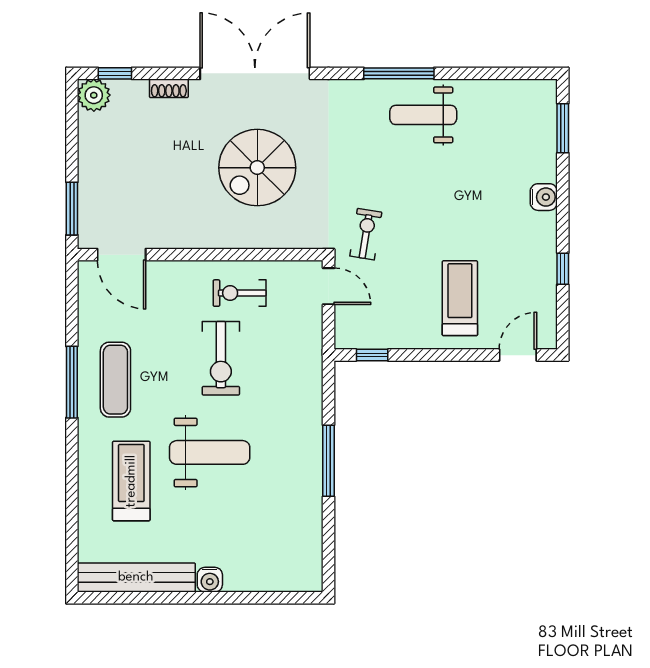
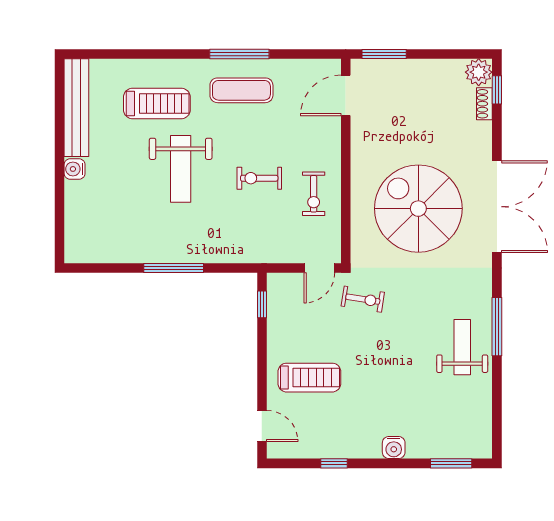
shoe rack: (169, 88) -> (484, 104), moved
spiral stairs: (257, 168) -> (418, 209), width x1.37, depth x1.37
exercise bike: (240, 293) -> (314, 194), turned 180
exercise bike: (221, 358) -> (259, 178), width x0.73, depth x0.72

